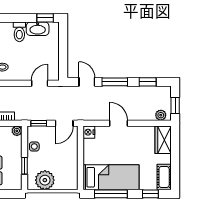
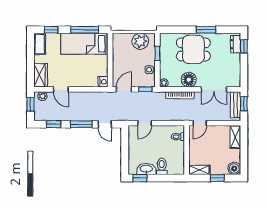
door: (119, 123) -> (61, 89), moved

